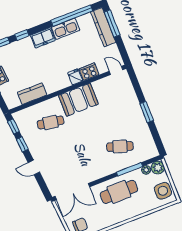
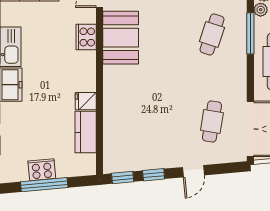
fridge: (75, 77) -> (86, 101), moved
booth: (78, 100) -> (121, 38), moved
cafe table: (51, 122) -> (212, 121), moved

